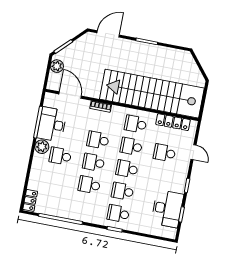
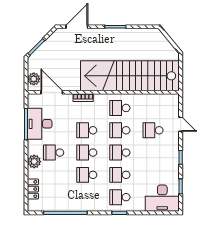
plant: (57, 66) -> (34, 79), moved
locker: (173, 122) -> (155, 99), removed
plant: (42, 147) -> (34, 162), moved
locker: (30, 200) -> (33, 189), moved
desk: (167, 209) -> (162, 198), moved, turned 90

